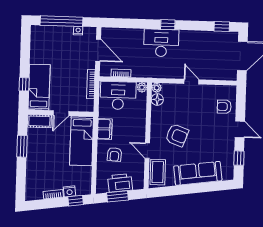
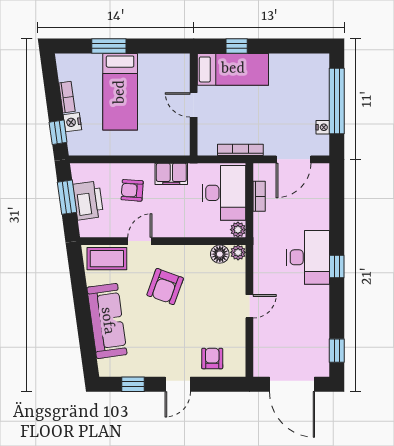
cot: (39, 121) -> (180, 72), removed
bed: (82, 141) -> (120, 92), moved, turned -90
window: (22, 146) -> (109, 46), moved

